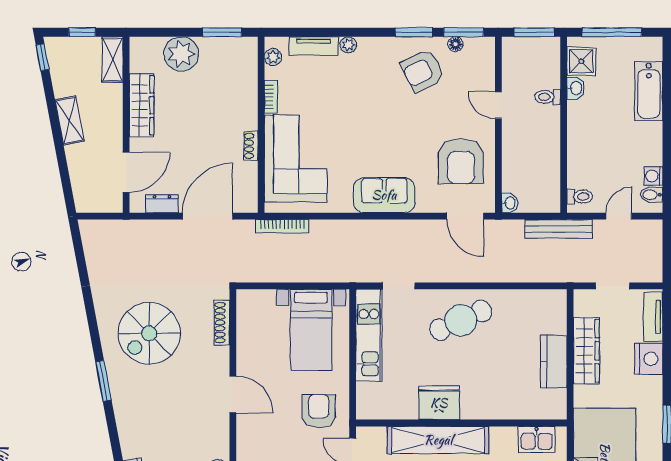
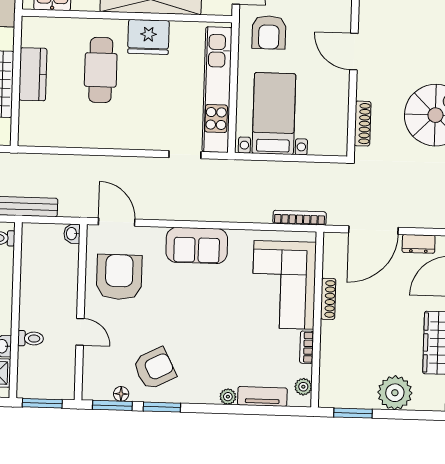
shoe rack: (251, 146) -> (328, 299), width x1.43
cafe table: (461, 320) -> (101, 70), moved, turned -66
kitchen unit: (369, 335) -> (217, 90), width x1.36

